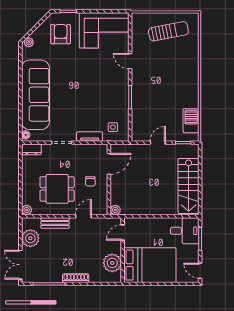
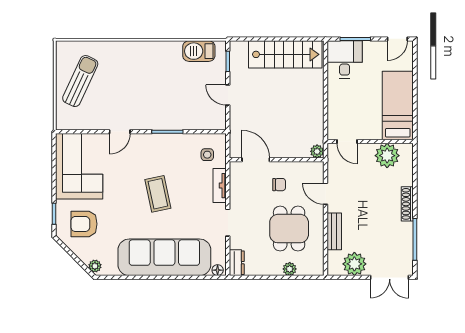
sun lounger: (168, 31) -> (80, 81), turned 36
coffee table: (83, 90) -> (158, 194), added
plant: (27, 210) -> (290, 269), moved
bed: (150, 265) -> (398, 106), width x0.67

